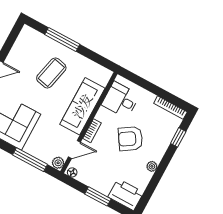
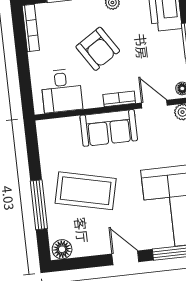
floor lamp: (26, 35) -> (62, 249), added
coffee table: (51, 73) -> (86, 191), width x1.36, depth x1.32
sofa: (82, 106) -> (109, 128), width x0.73

